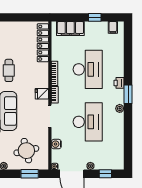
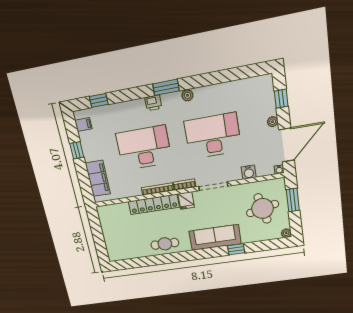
locker: (43, 43) -> (154, 204), moved
window: (128, 43) -> (99, 100), added

